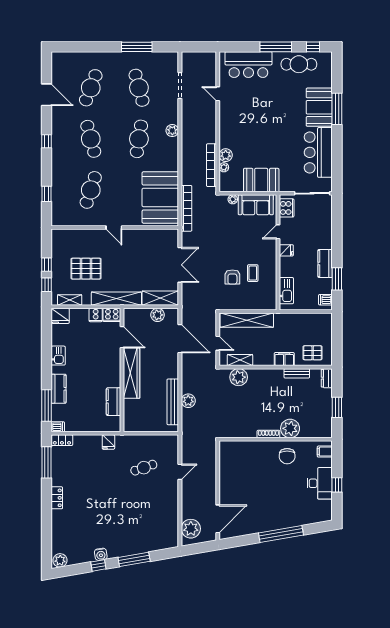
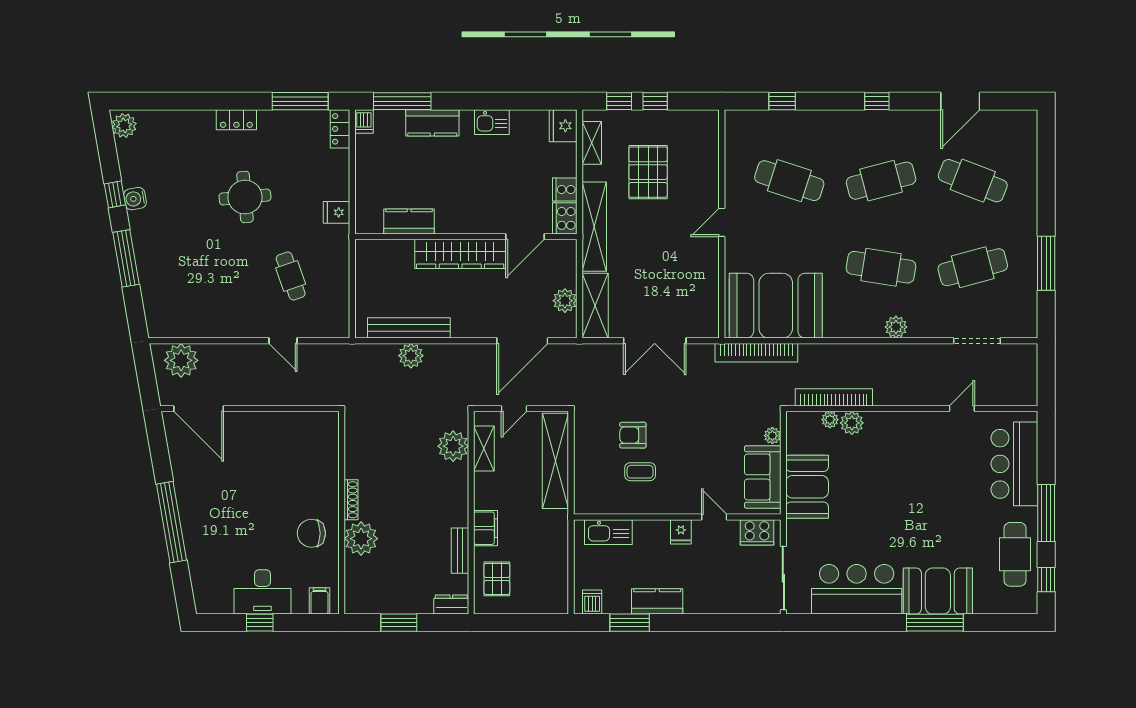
round table: (100, 493) -> (245, 197), added

